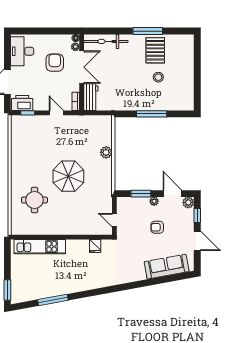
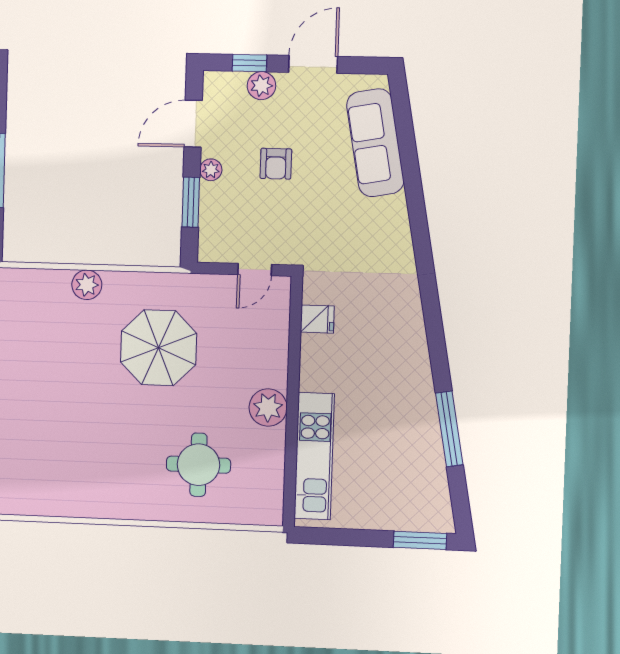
parasol: (68, 176) -> (159, 348), moved
plant: (188, 202) -> (261, 86), moved
plant: (59, 227) -> (268, 408), added

